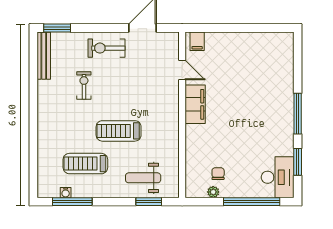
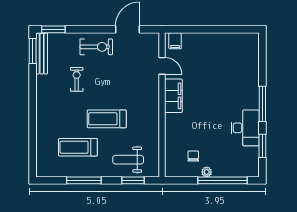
exercise bike: (107, 48) -> (96, 47), turned 180
window: (33, 53) -> (33, 51), added
desk: (278, 177) -> (245, 128), moved
plant: (213, 192) -> (207, 172), moved
water cooler: (66, 193) -> (61, 173), removed
window: (72, 202) -> (84, 180), moved

